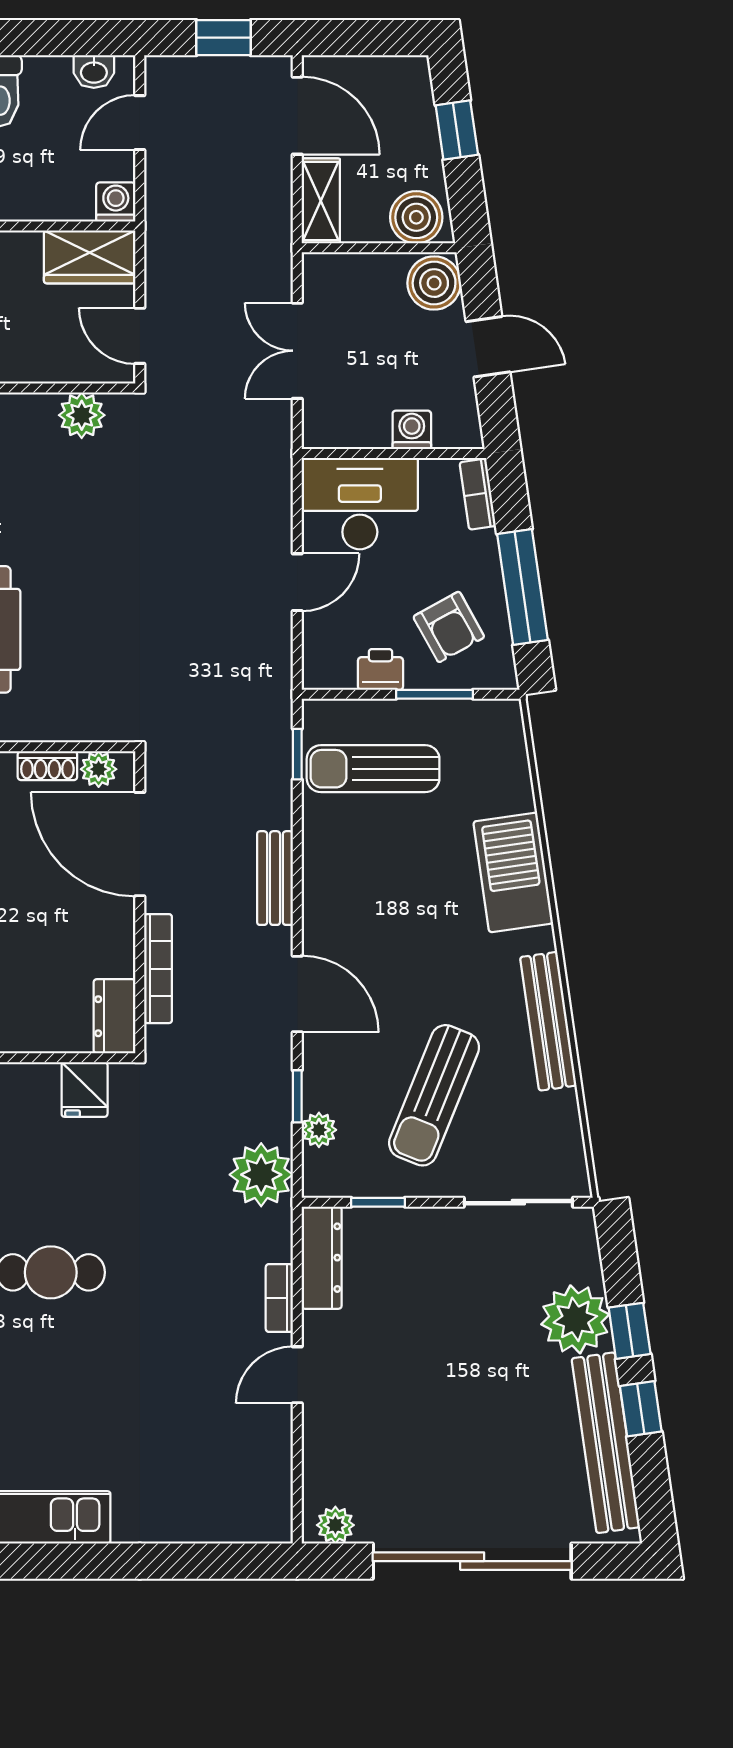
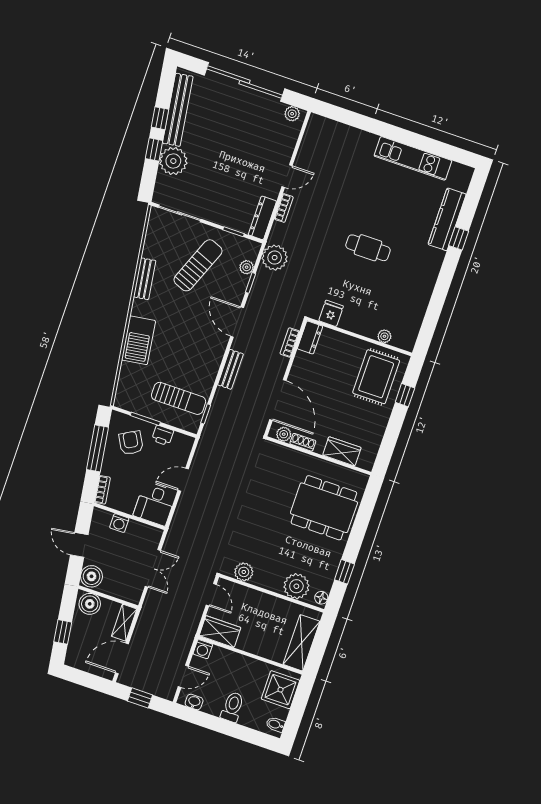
door: (297, 116) -> (122, 658), hinge flipped
desk: (360, 504) -> (155, 504), width x0.73
bookcase: (158, 969) -> (290, 343), width x0.64
bench: (548, 1021) -> (145, 279), width x0.73

